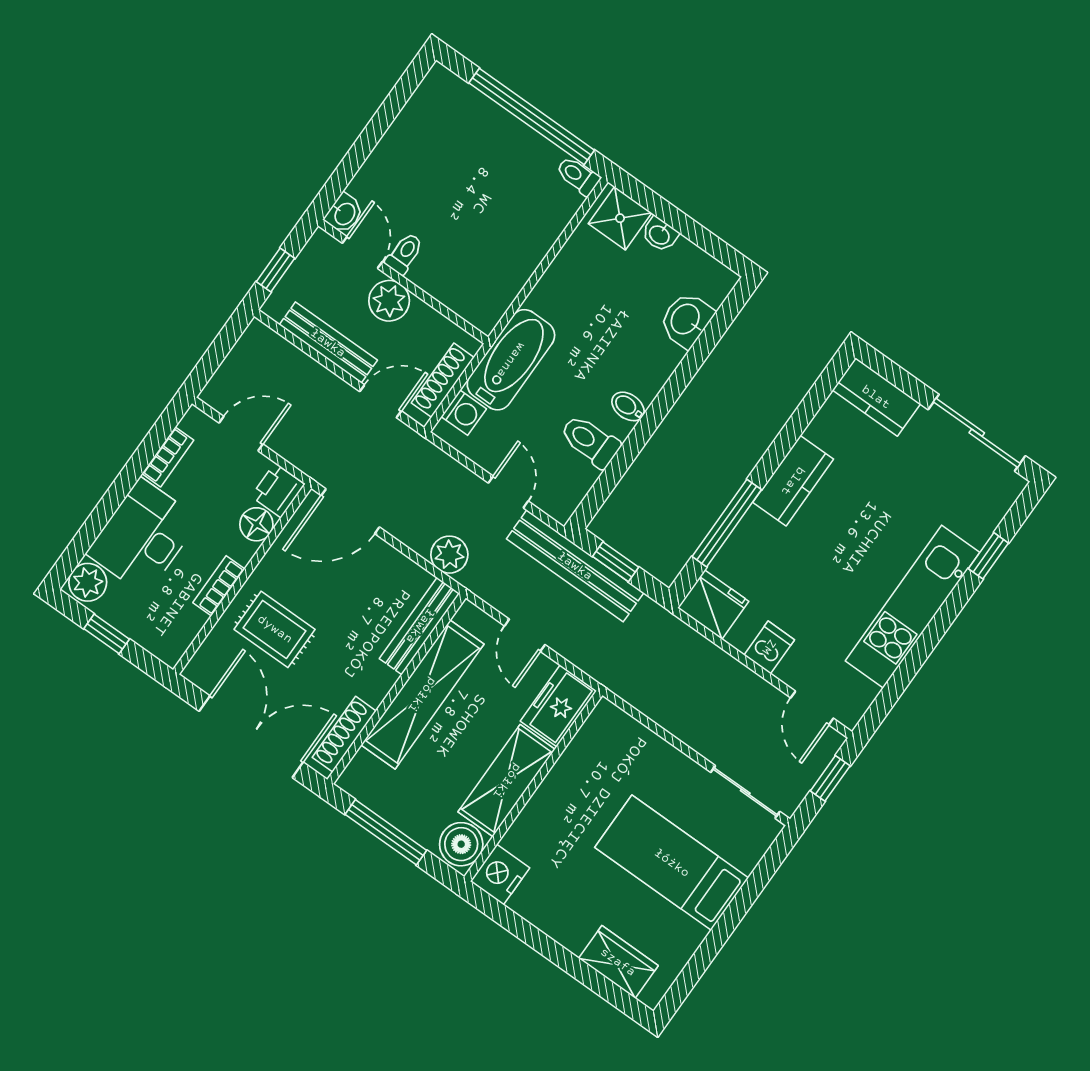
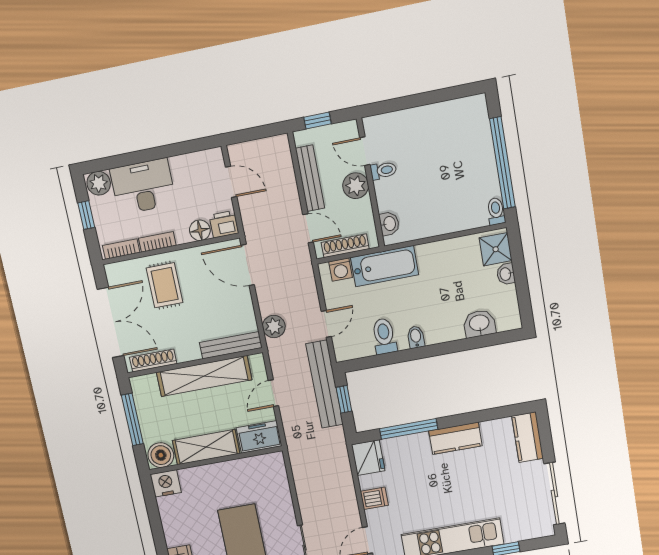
washbasin: (344, 214) -> (389, 224), moved, turned -90
door: (362, 252) -> (365, 151), swing flipped
bookcase: (168, 457) -> (121, 249), moved, turned 180

